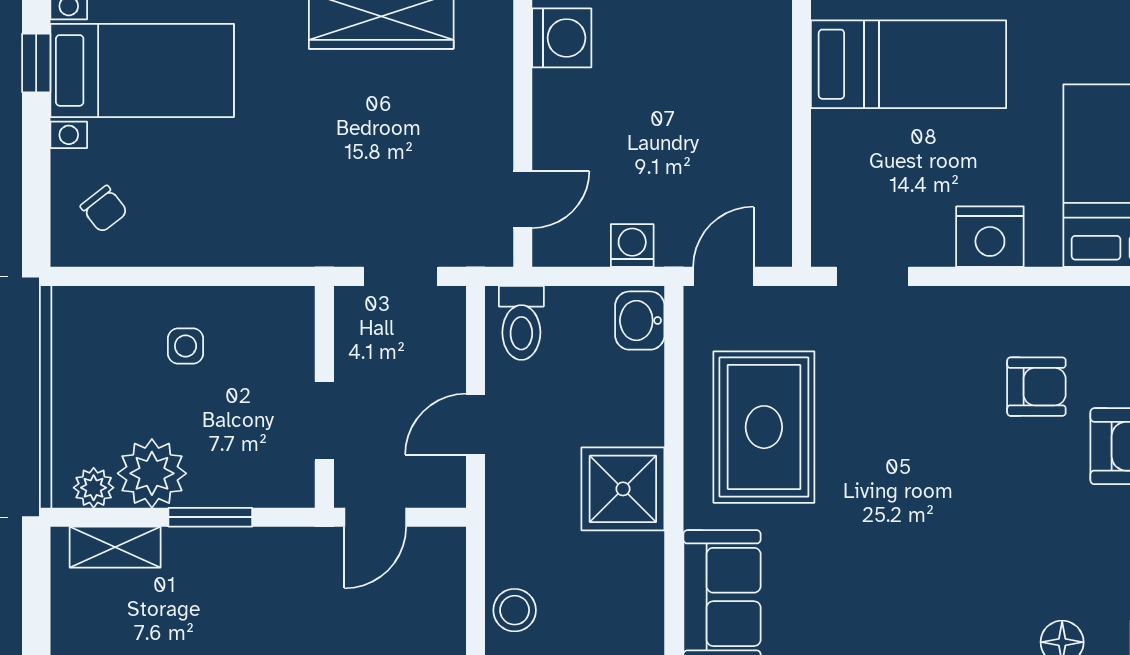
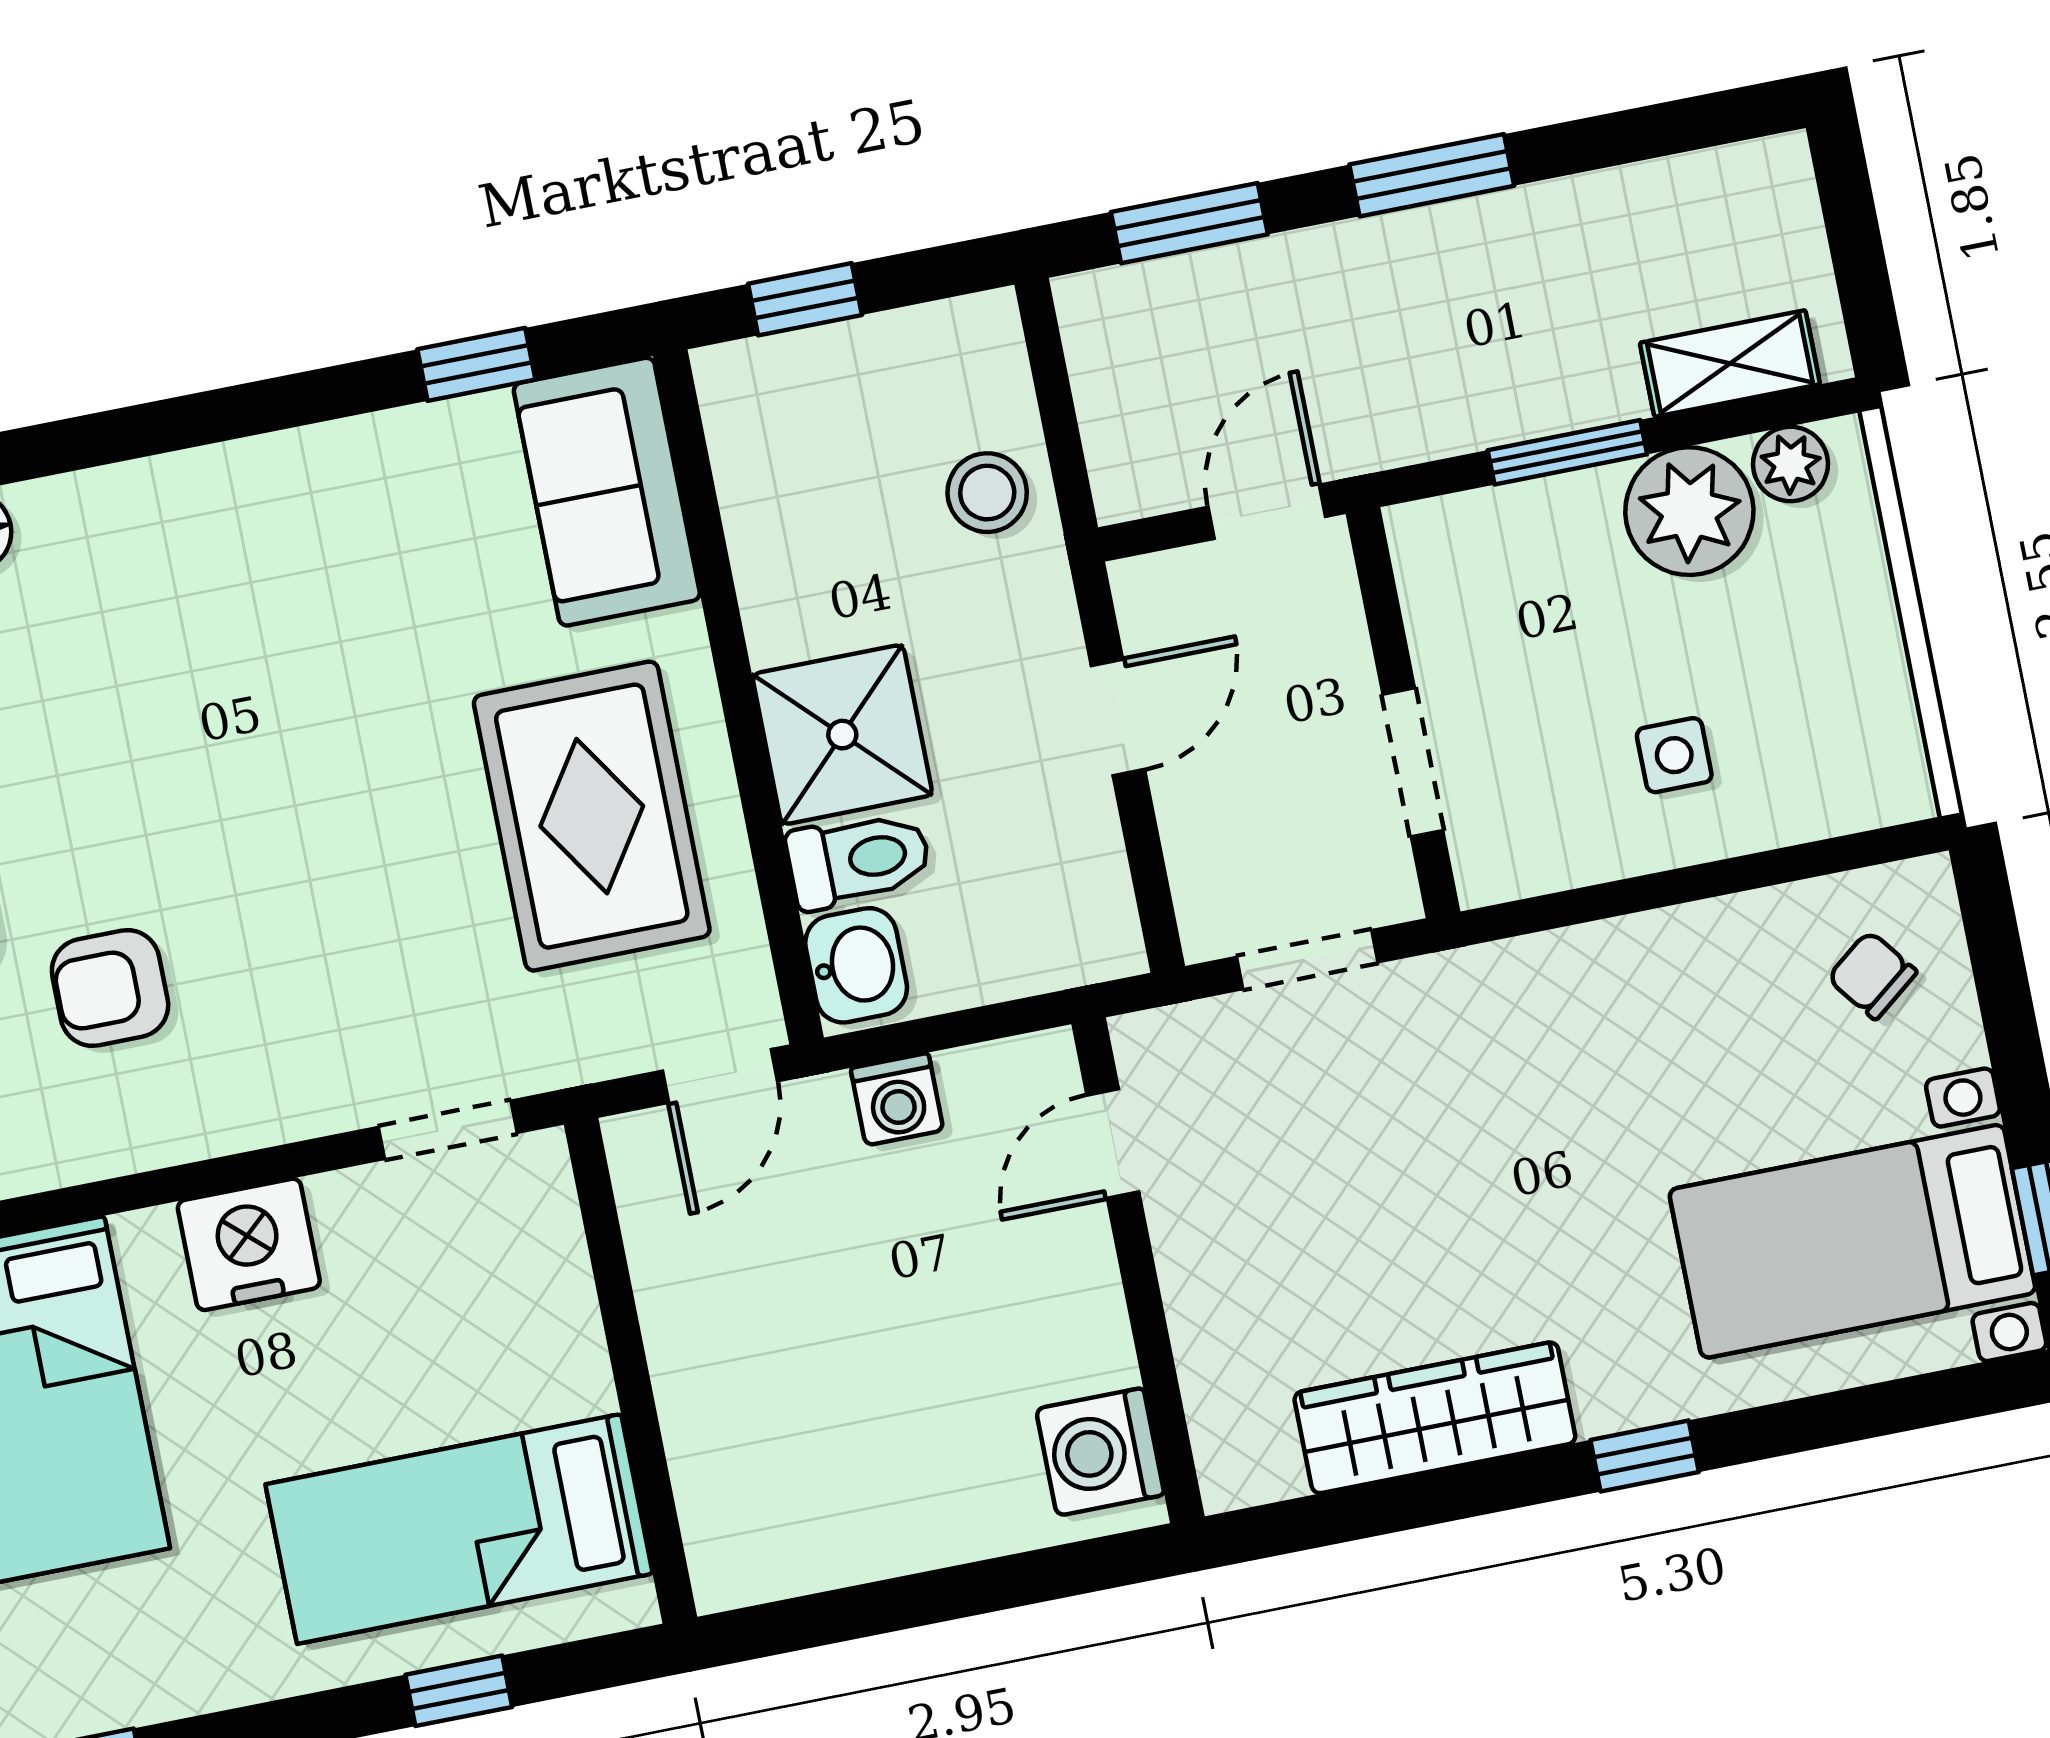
toilet: (521, 323) -> (859, 860), moved, turned 90
doorway: (324, 421) -> (1413, 762), moved
shower: (623, 489) -> (842, 735), moved
stool: (515, 610) -> (987, 493), moved

